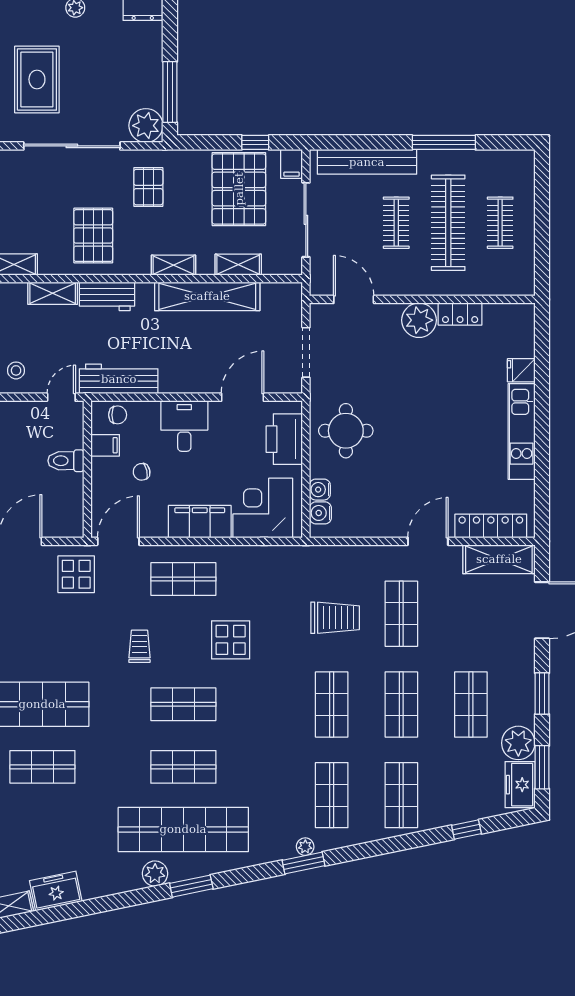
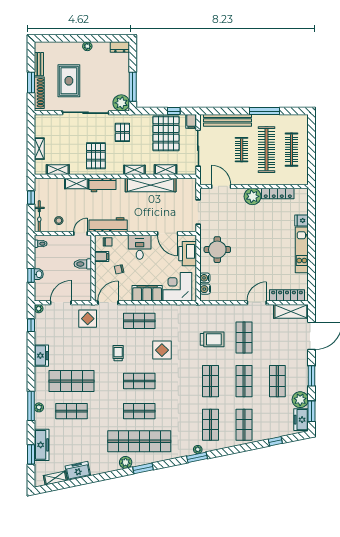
clothes rail: (500, 223) -> (292, 150), width x1.36
locker: (460, 314) -> (278, 193), width x1.53
door: (242, 397) -> (168, 233), swing flipped

